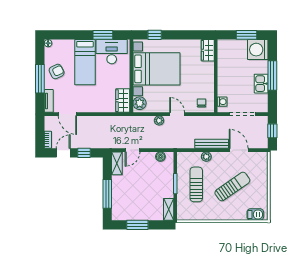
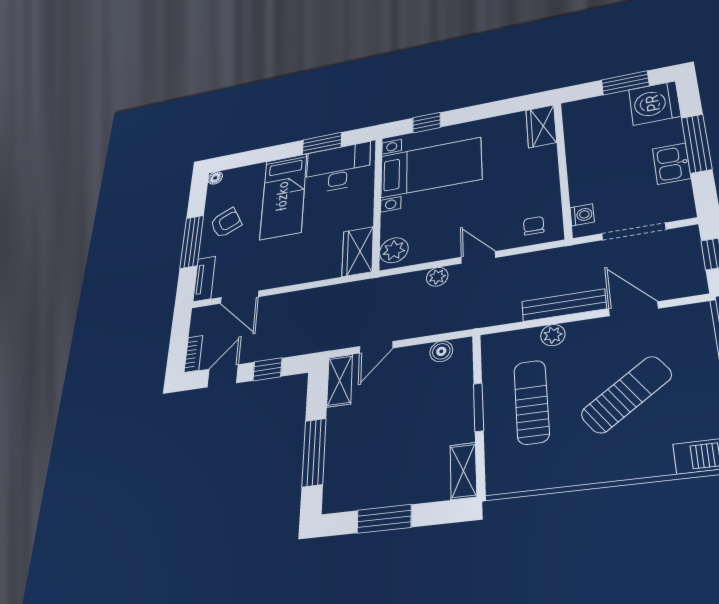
bed with nightstands: (157, 69) -> (431, 168), width x0.73

